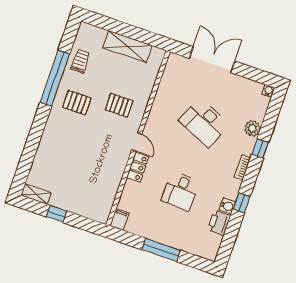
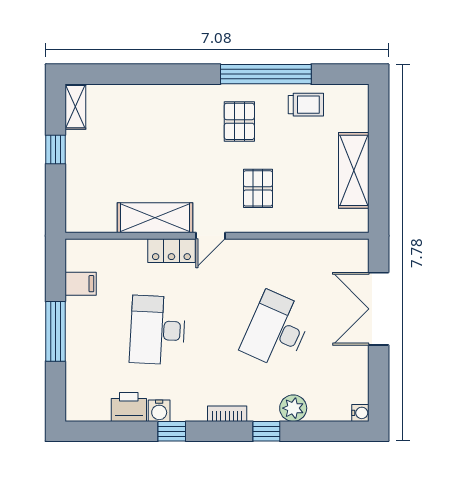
double door: (212, 60) -> (379, 309), swing flipped
shelving: (115, 170) -> (155, 218), added
desk: (181, 191) -> (158, 330), width x1.37
filing cabinet: (119, 219) -> (81, 284), moved

